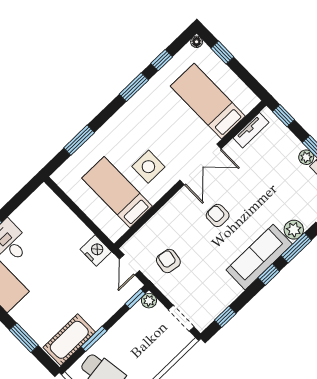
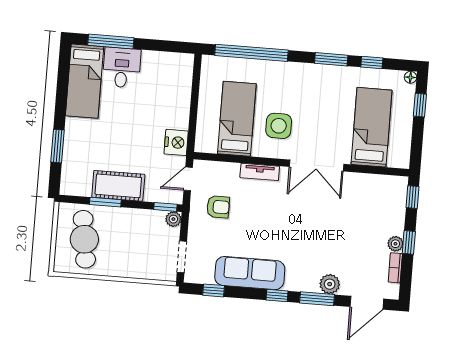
tv unit: (251, 130) -> (260, 172), moved
window: (79, 140) -> (251, 53), width x2.11
armchair: (218, 215) -> (288, 214), removed
sofa: (259, 257) -> (250, 273), moved
armchair: (168, 261) -> (218, 207), turned 81
cot: (69, 340) -> (118, 186), moved

